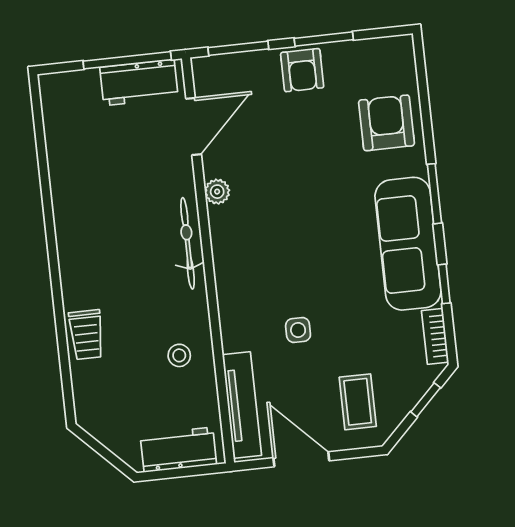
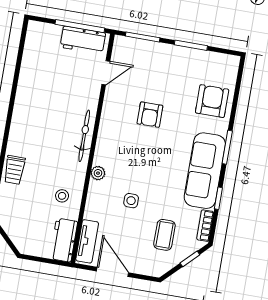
armchair: (302, 70) -> (150, 115), moved
door: (194, 127) -> (106, 73), width x0.73
plant: (217, 192) -> (98, 173), moved
coffee table: (358, 402) -> (164, 235), moved
tv unit: (242, 405) -> (87, 241), width x0.71
workbench: (178, 450) -> (64, 240), moved, turned -90

